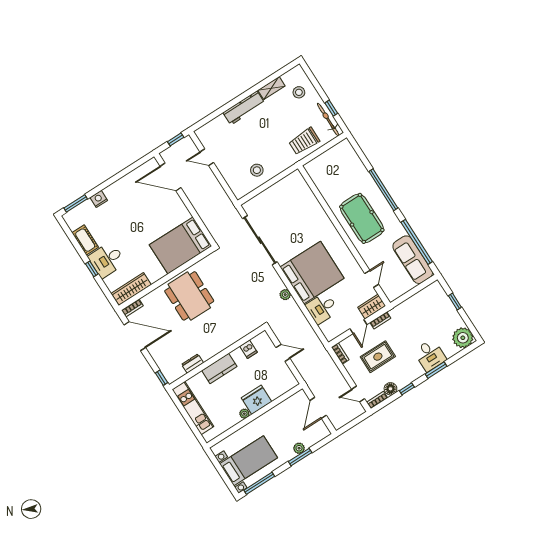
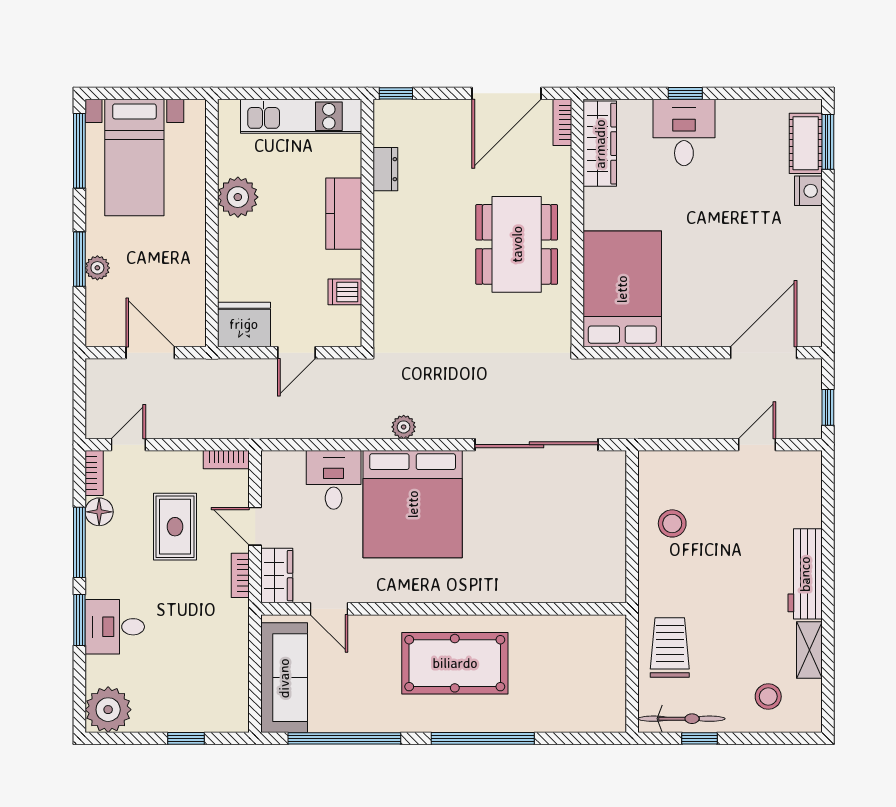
cot: (85, 240) -> (806, 143), moved, turned 90
sofa: (413, 260) -> (284, 678), moved, turned 90
dining table: (189, 296) -> (517, 244), turned 90
window: (407, 389) -> (79, 542), width x2.17
fridge: (256, 400) -> (244, 324), moved, turned -90
plant: (244, 414) -> (238, 197), width x1.88, depth x1.88

